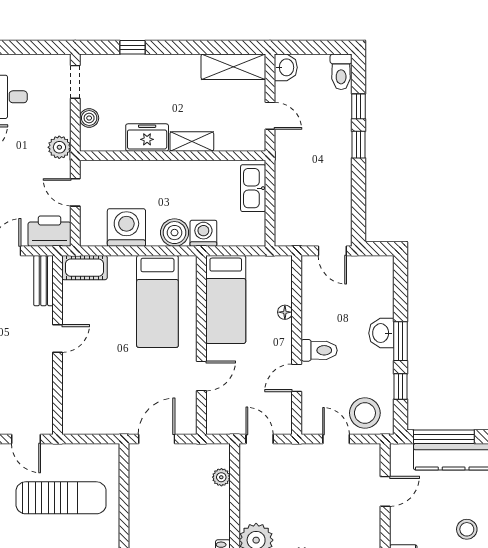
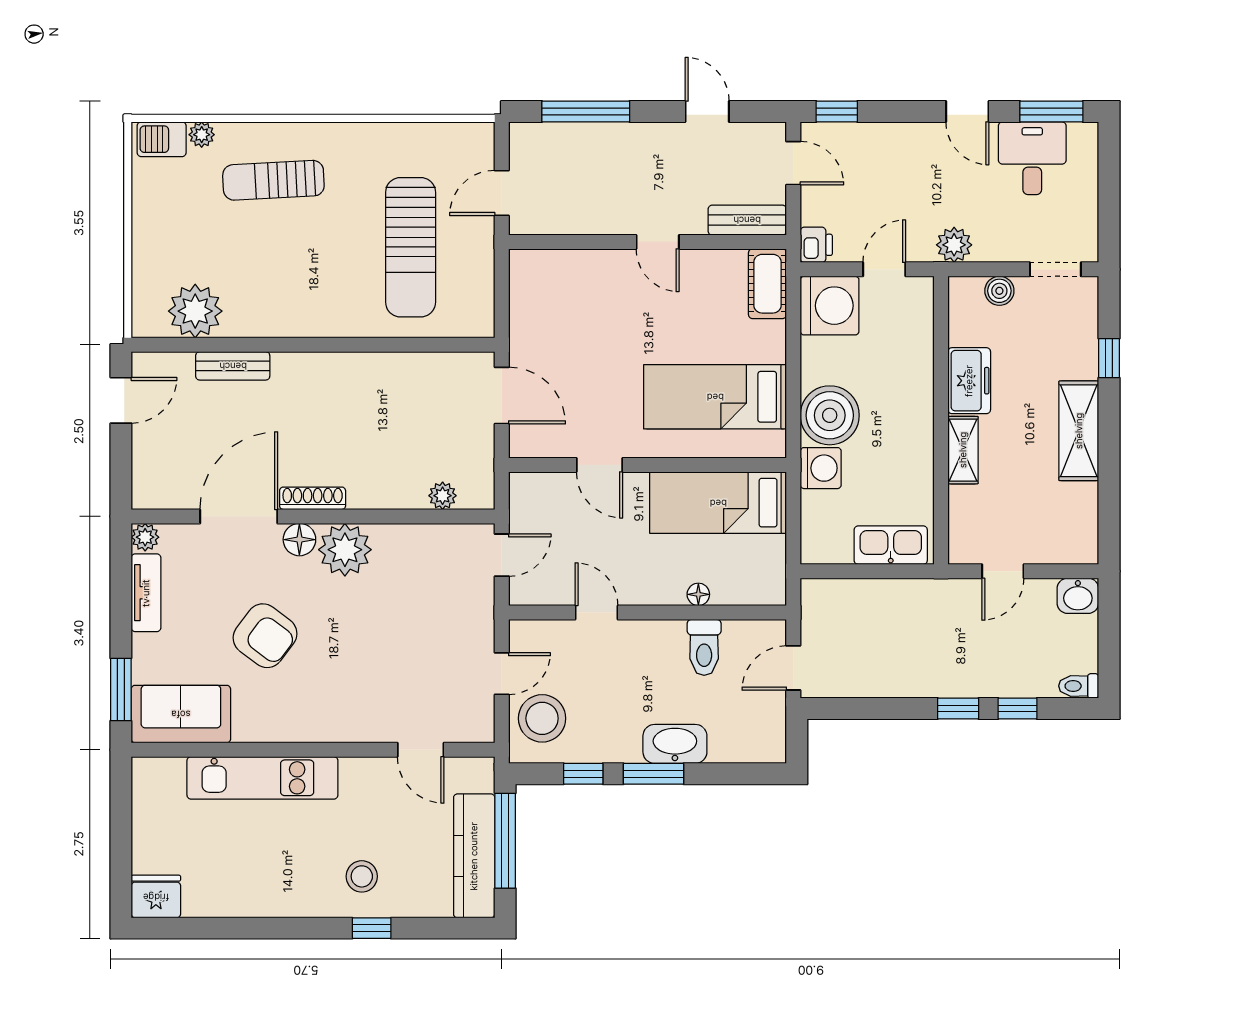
shelving: (233, 67) -> (1079, 431), moved
toilet: (341, 72) -> (1079, 686), width x0.73, depth x0.72
washing machine: (126, 228) -> (830, 306), moved
printer: (50, 231) -> (816, 245), width x0.53, depth x0.68
boiler: (175, 233) -> (830, 415), width x1.37, depth x1.37
washbasin: (381, 333) -> (675, 744), width x1.38
toilet: (319, 350) -> (704, 647), moved

